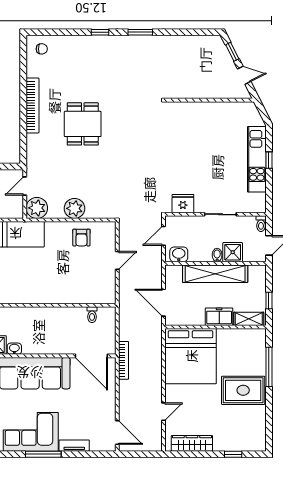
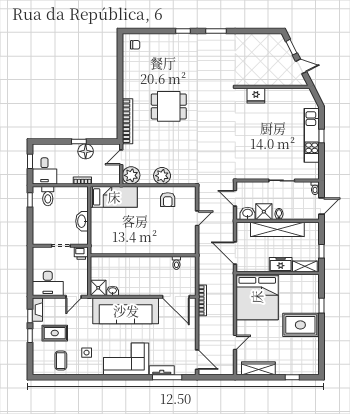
bookcase: (32, 105) -> (128, 121), moved
dining table: (83, 124) -> (169, 106), turned 90
fridge: (183, 204) -> (256, 96), moved, turned 180
door: (164, 236) -> (235, 198), hinge flipped
shower: (233, 252) -> (264, 212), moved
window: (269, 367) -> (322, 306), width x0.46
window: (43, 454) -> (167, 377), moved

